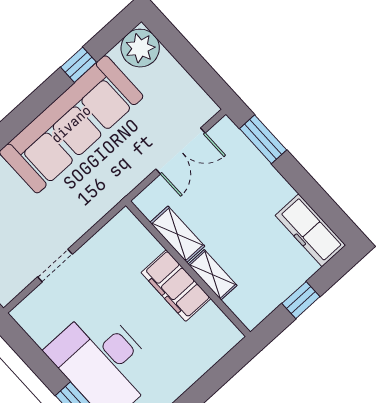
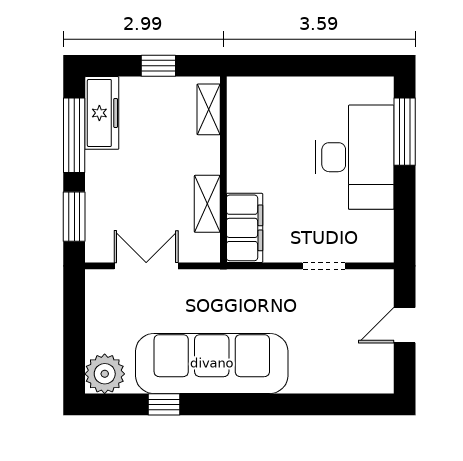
window: (316, 197) -> (74, 135), added
shelving: (213, 275) -> (209, 109), moved
filing cabinet: (176, 286) -> (245, 228), moved

